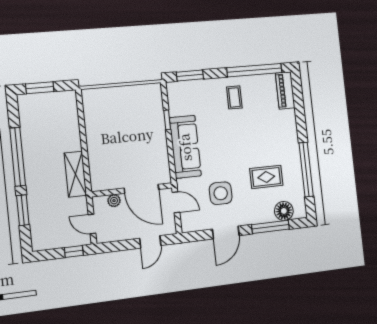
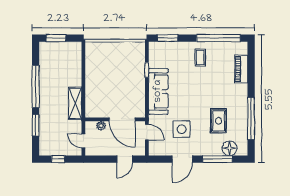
piano: (285, 90) -> (241, 69), moved
rug: (266, 177) -> (219, 121), turned 90
window: (74, 251) -> (58, 159), moved

